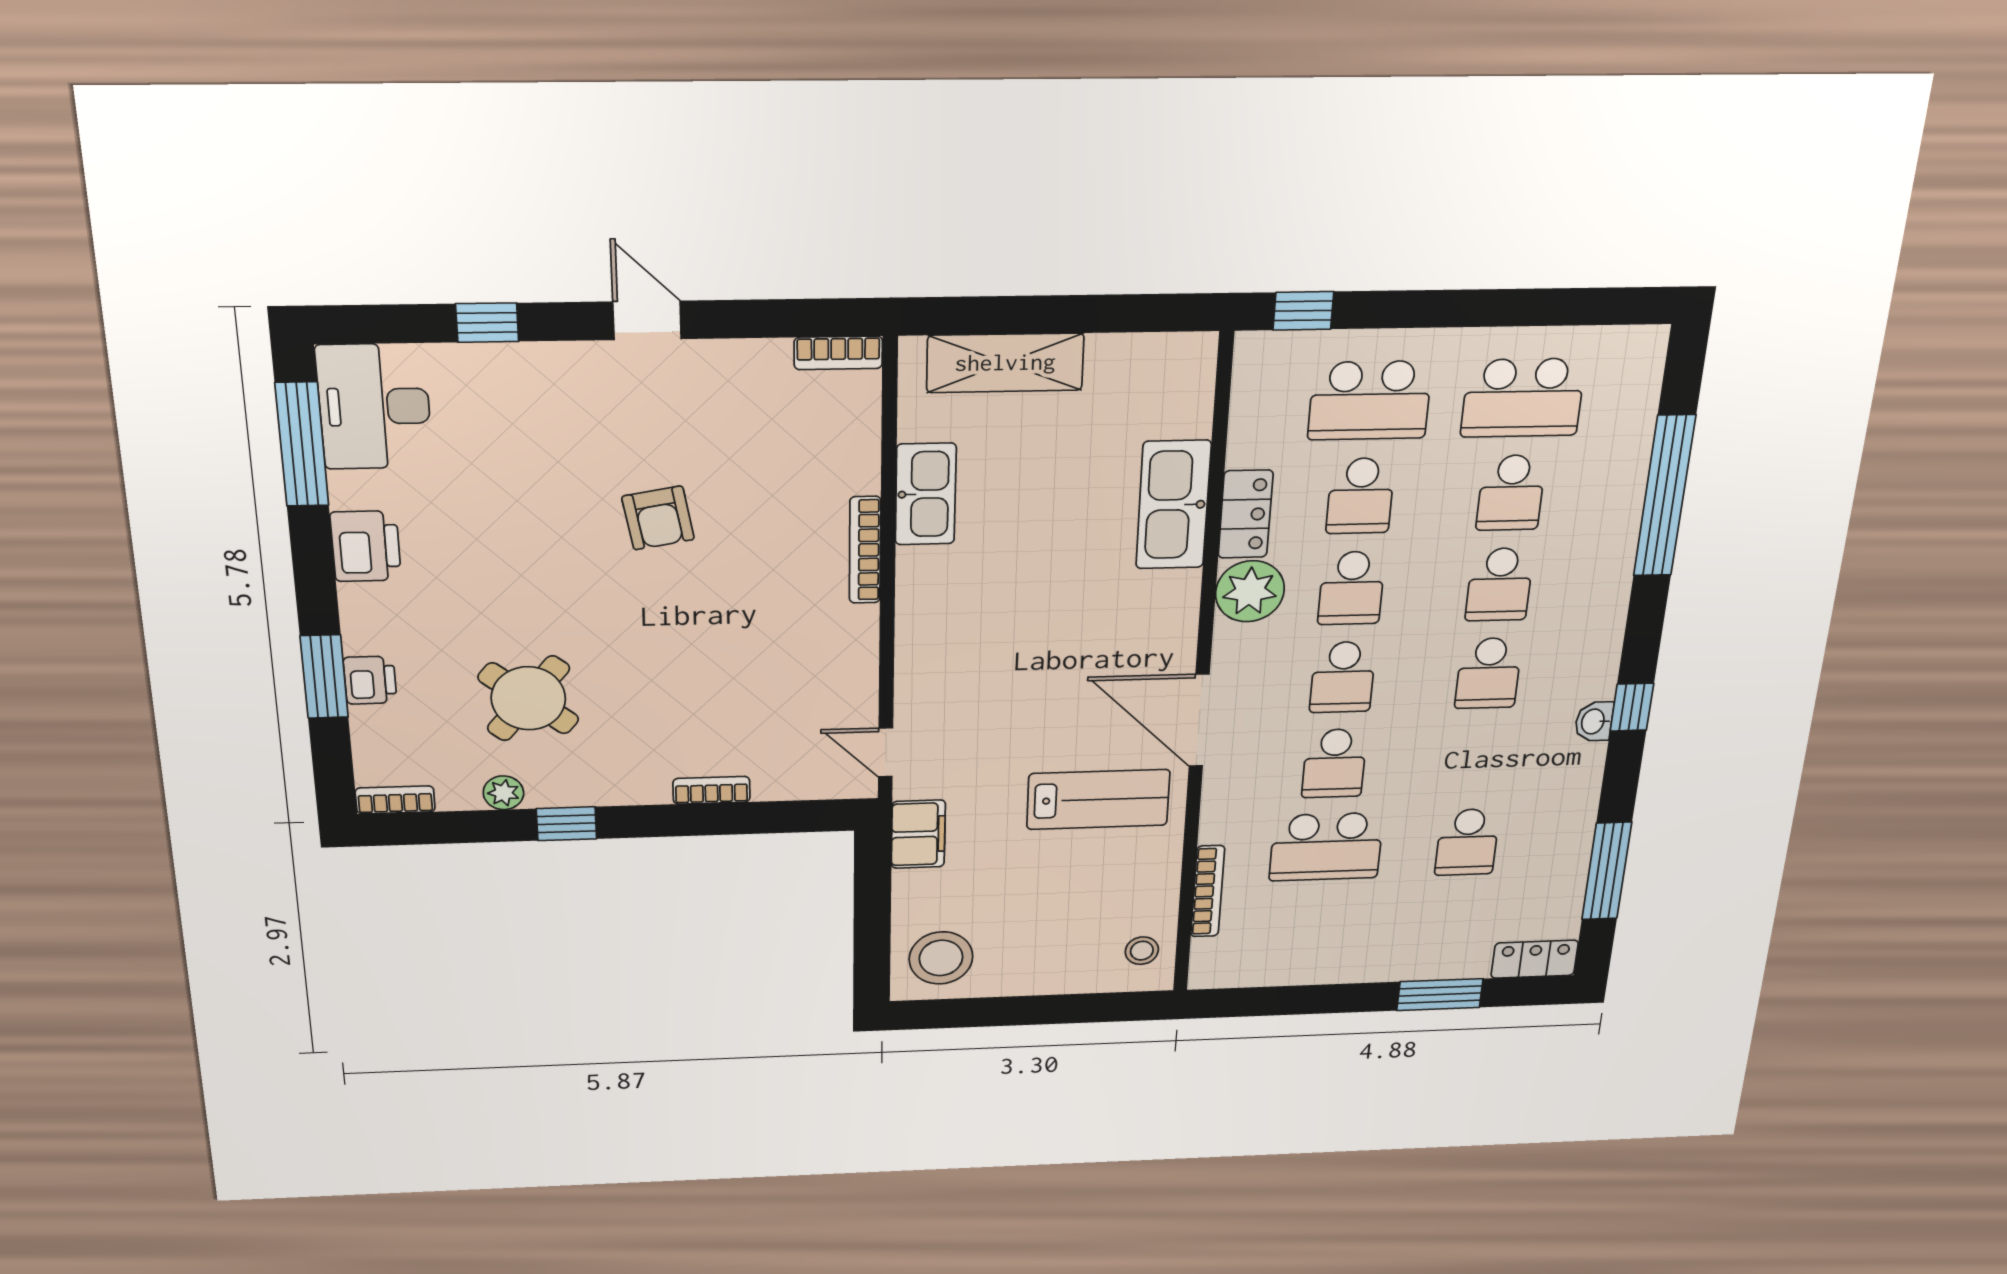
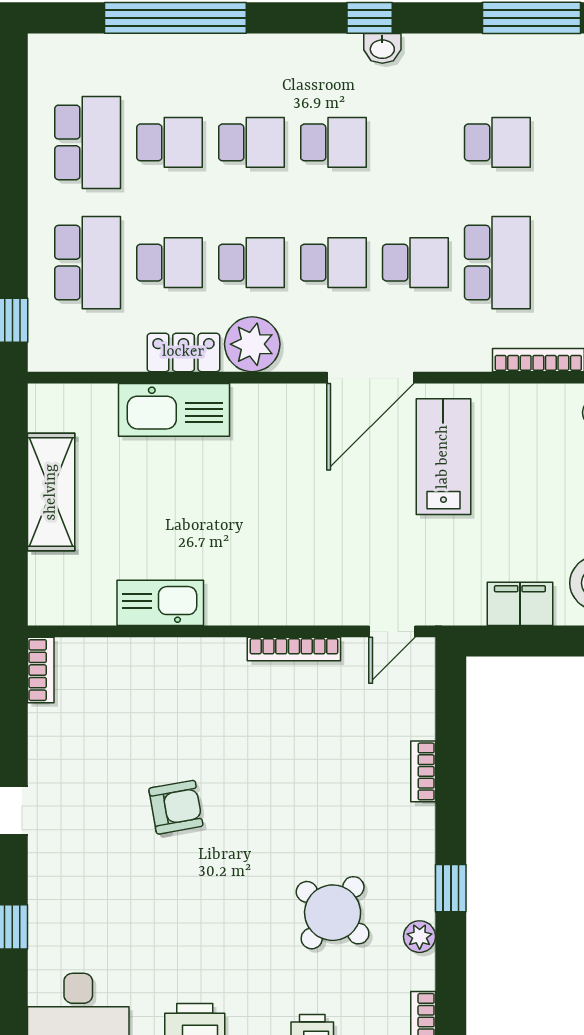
shelving: (1005, 363) -> (51, 492), moved
bookcase: (865, 550) -> (294, 649), moved
filing cabinet: (918, 834) -> (520, 604), moved

